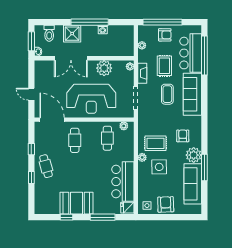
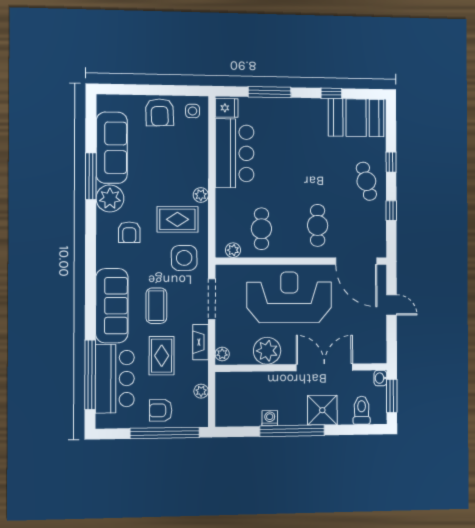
side table: (159, 167) -> (184, 258), moved
booth: (76, 203) -> (356, 118), moved

